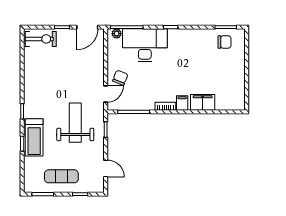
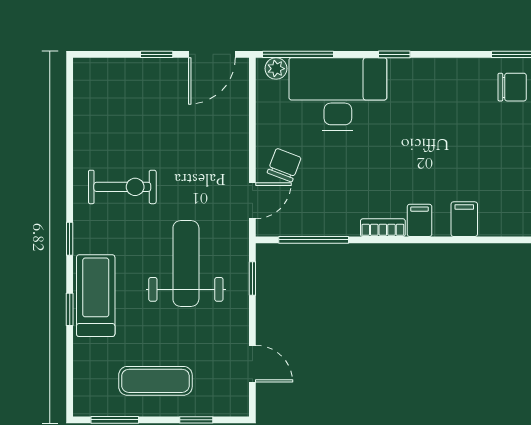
exercise bike: (41, 39) -> (122, 187), moved
filing cabinet: (203, 102) -> (464, 219), width x0.50
treadmill: (34, 137) -> (96, 296), turned 180

